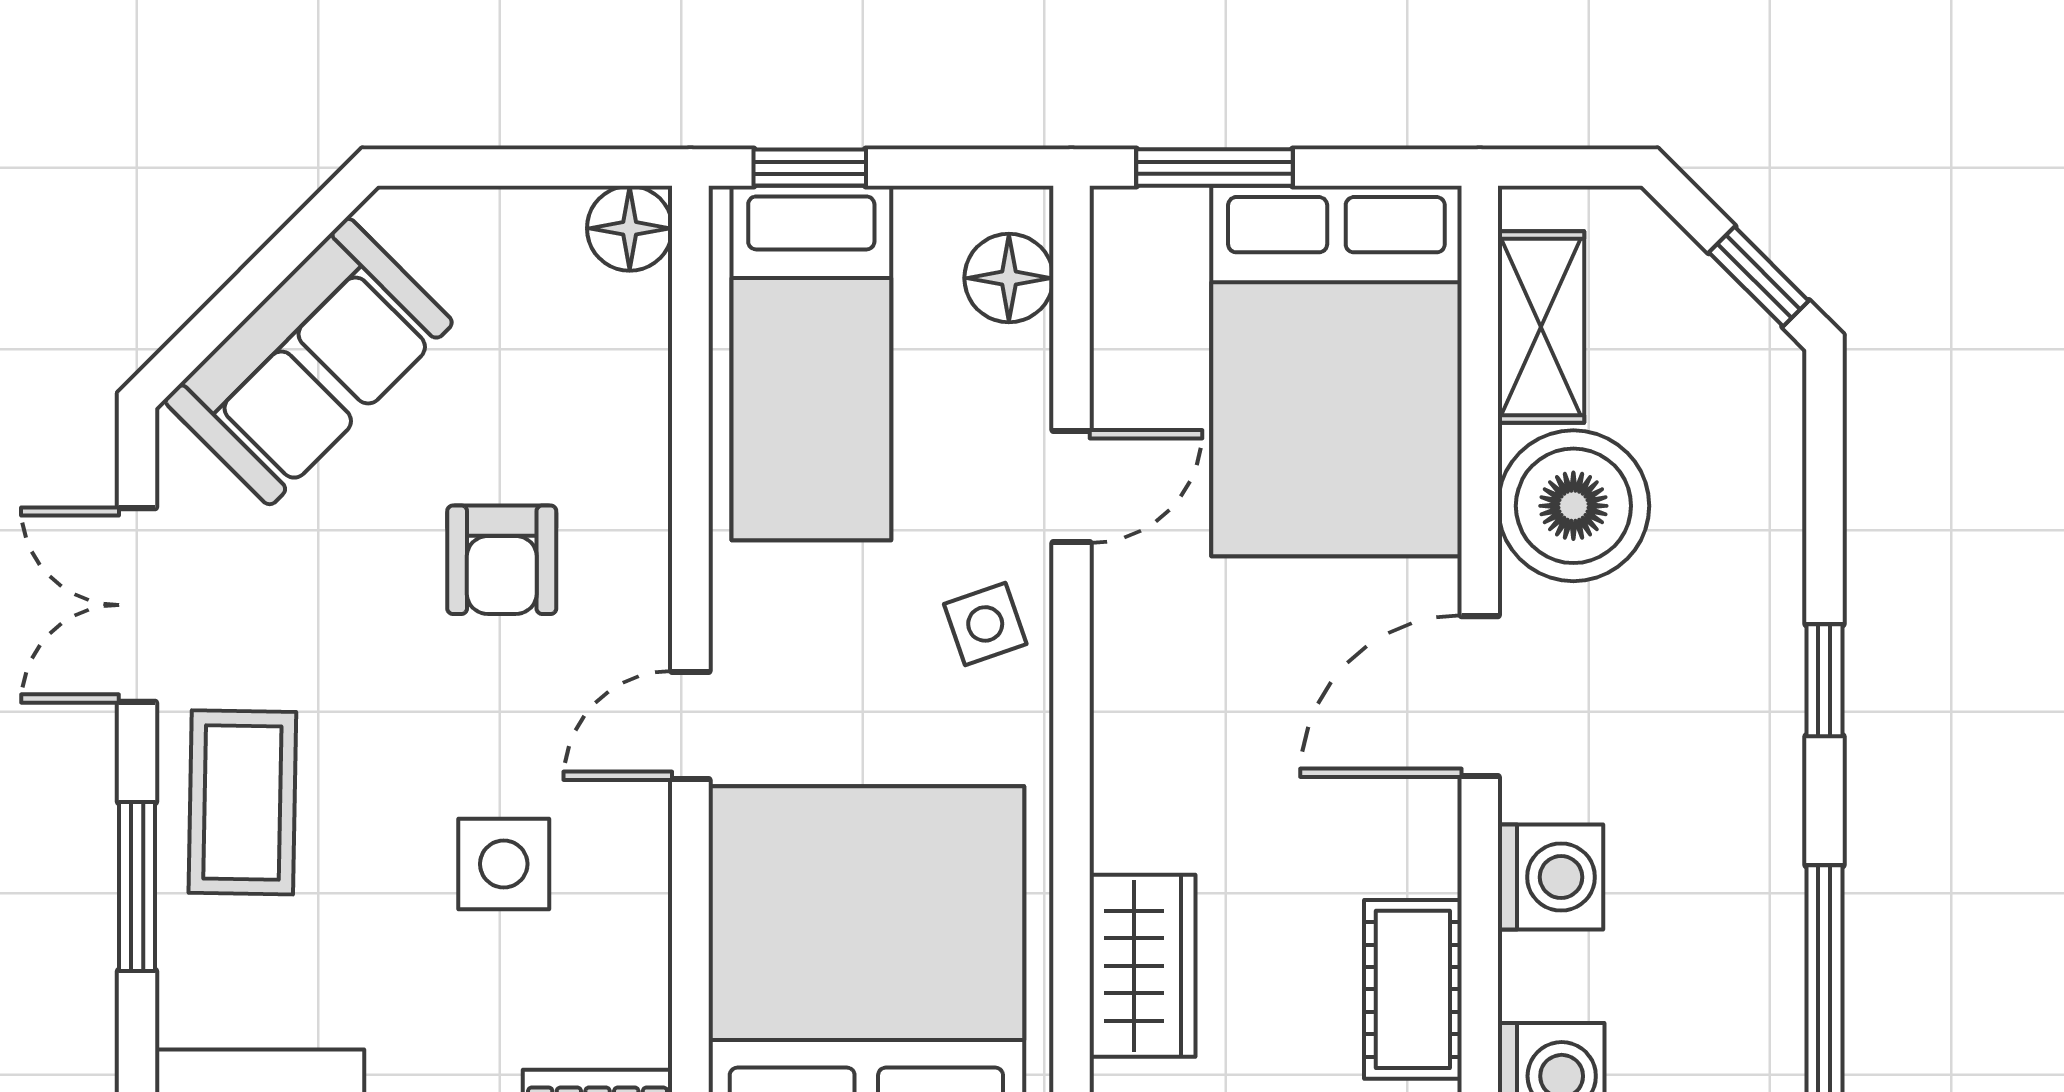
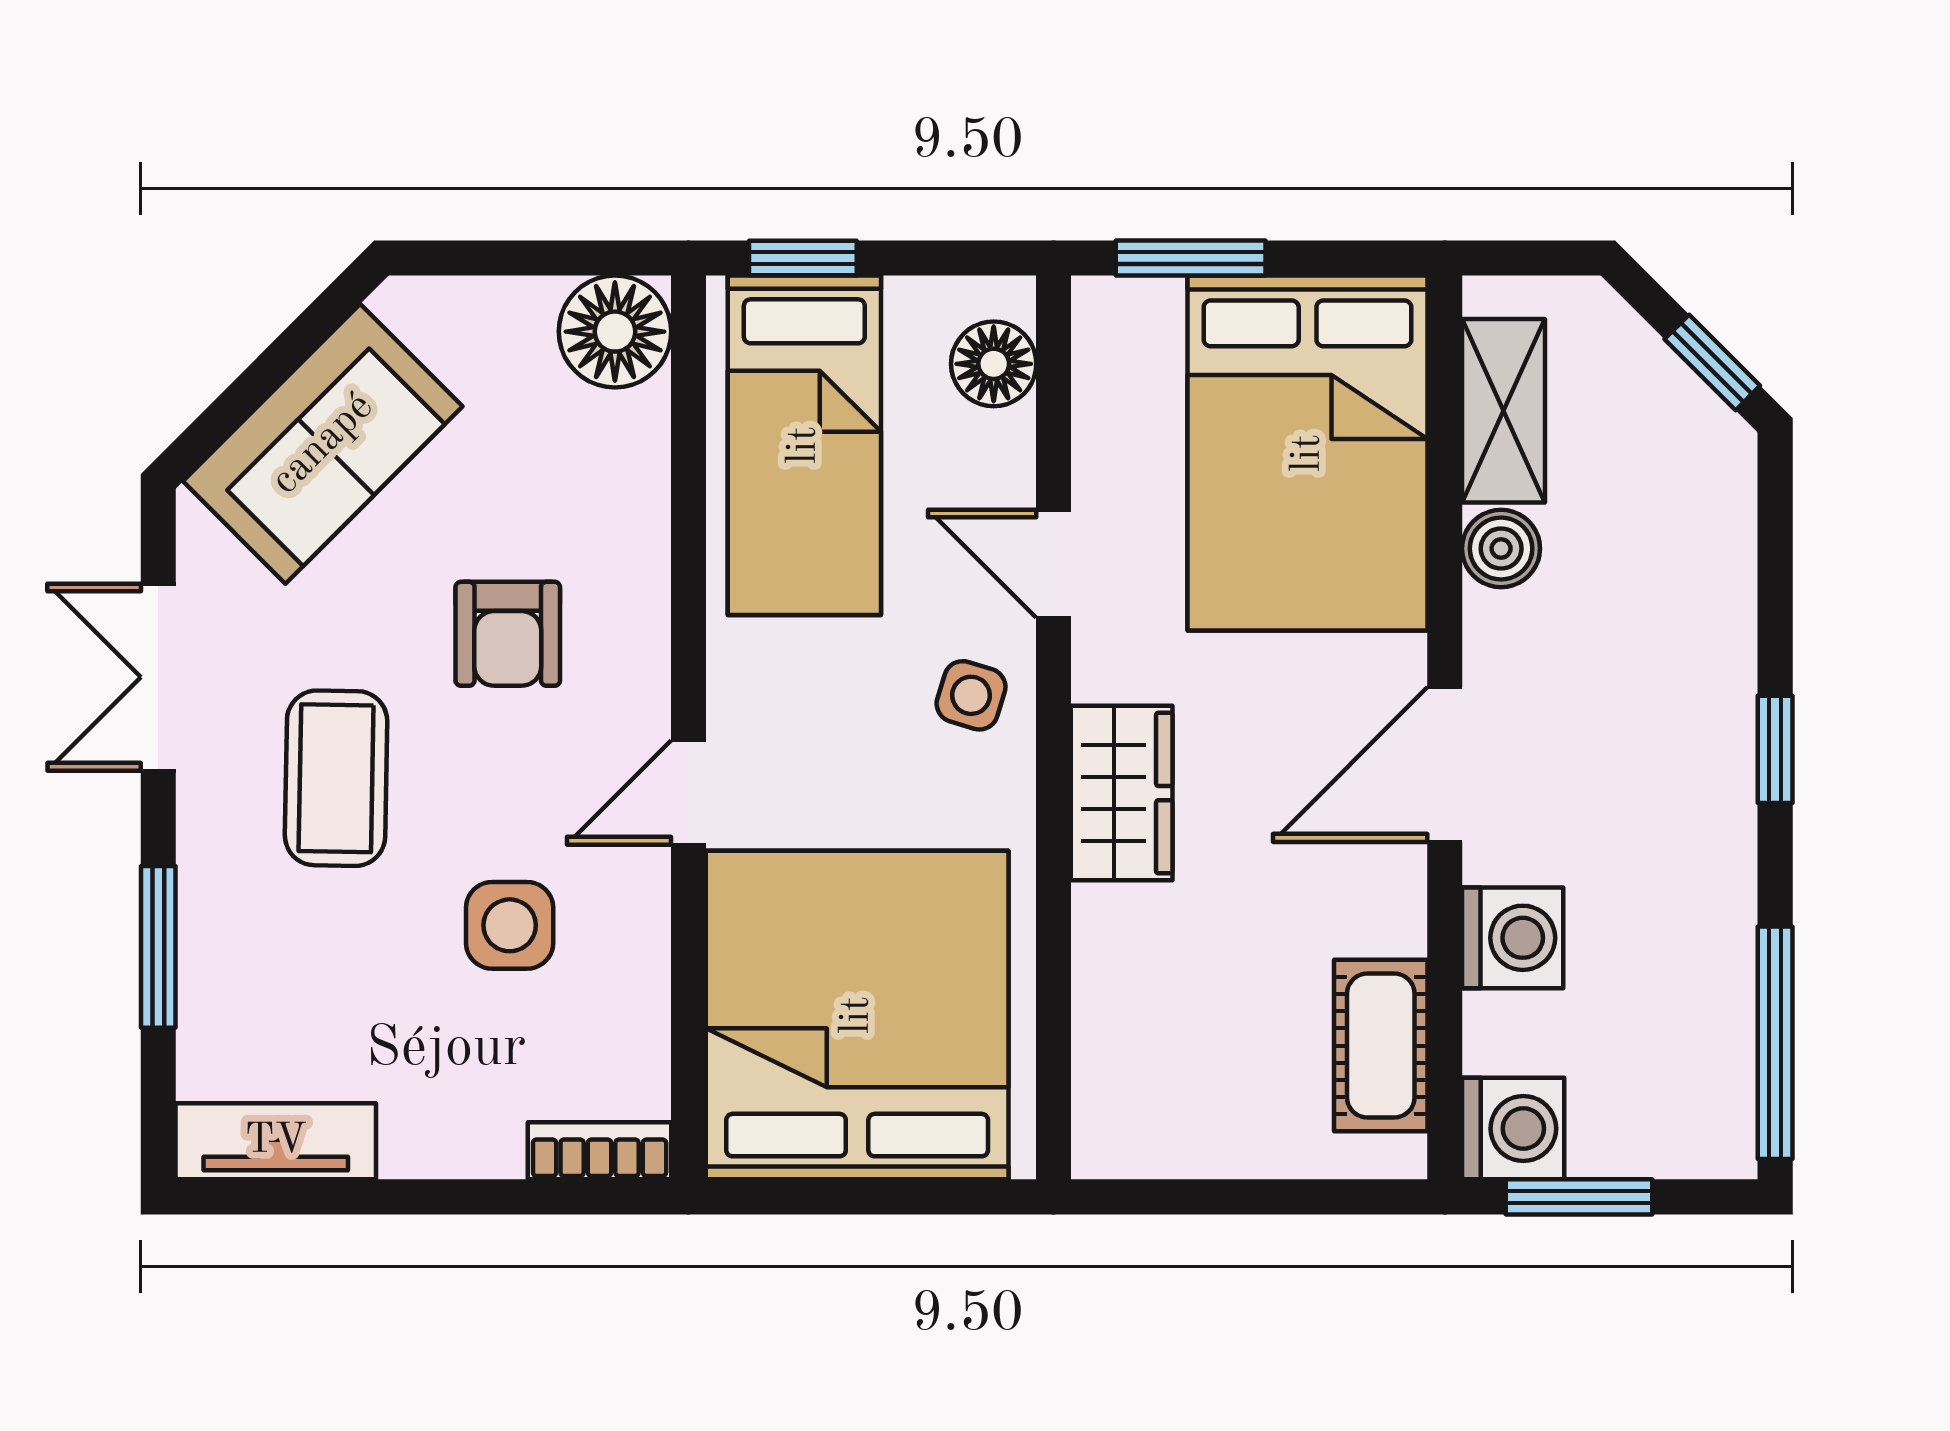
floor lamp: (630, 228) -> (615, 332), width x1.38, depth x1.38
door: (1071, 487) -> (1054, 564), swing flipped
boiler: (1573, 506) -> (1501, 548), width x0.54, depth x0.54
side table: (985, 624) -> (971, 695), turned 36
coffee table: (242, 802) -> (336, 778), moved
wardrobe: (1142, 966) -> (1122, 793), moved

